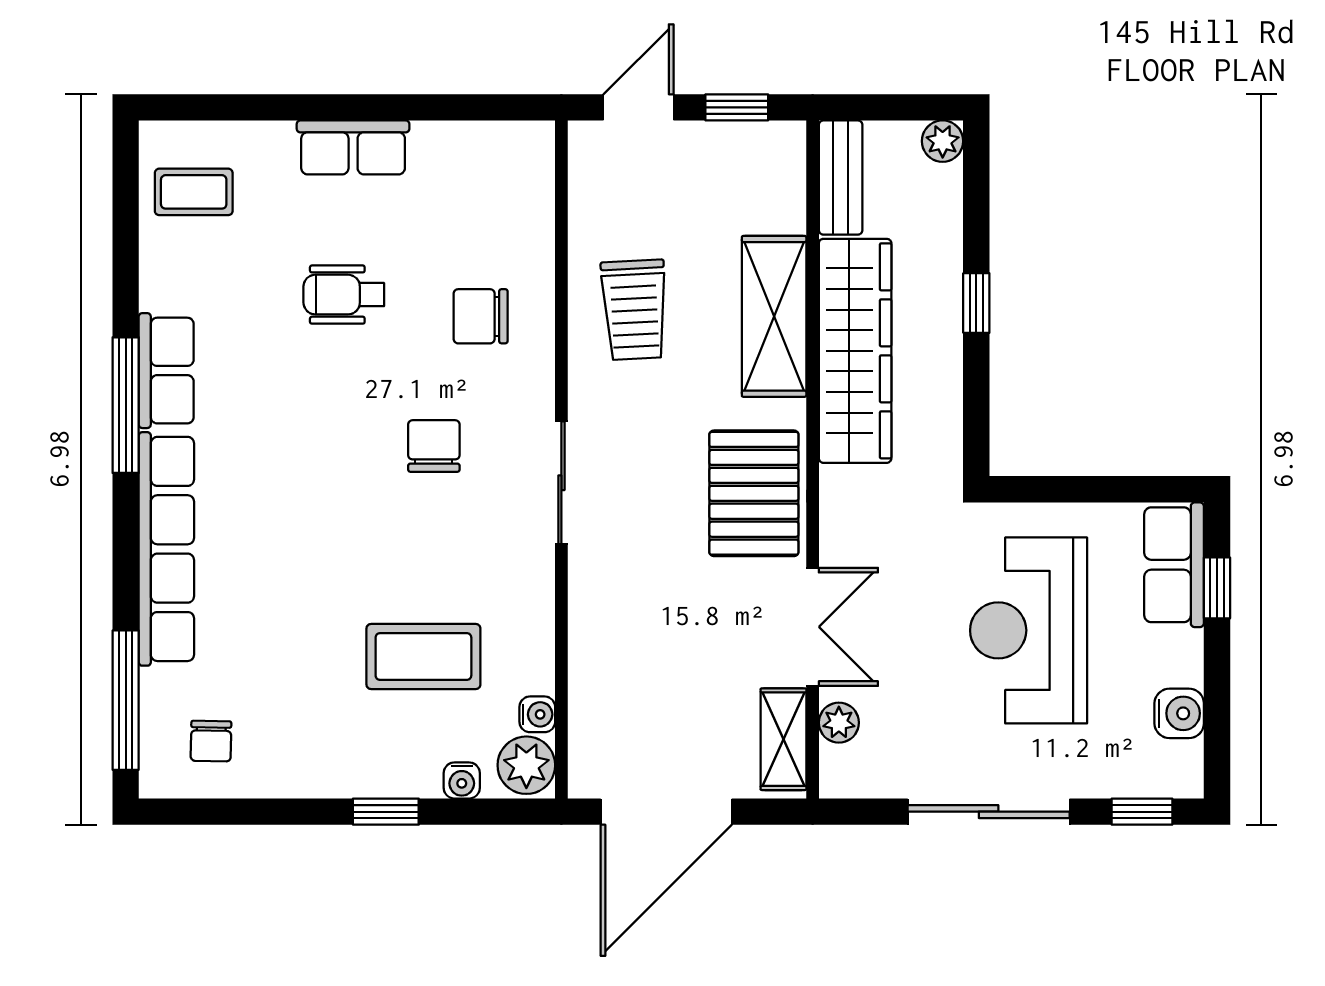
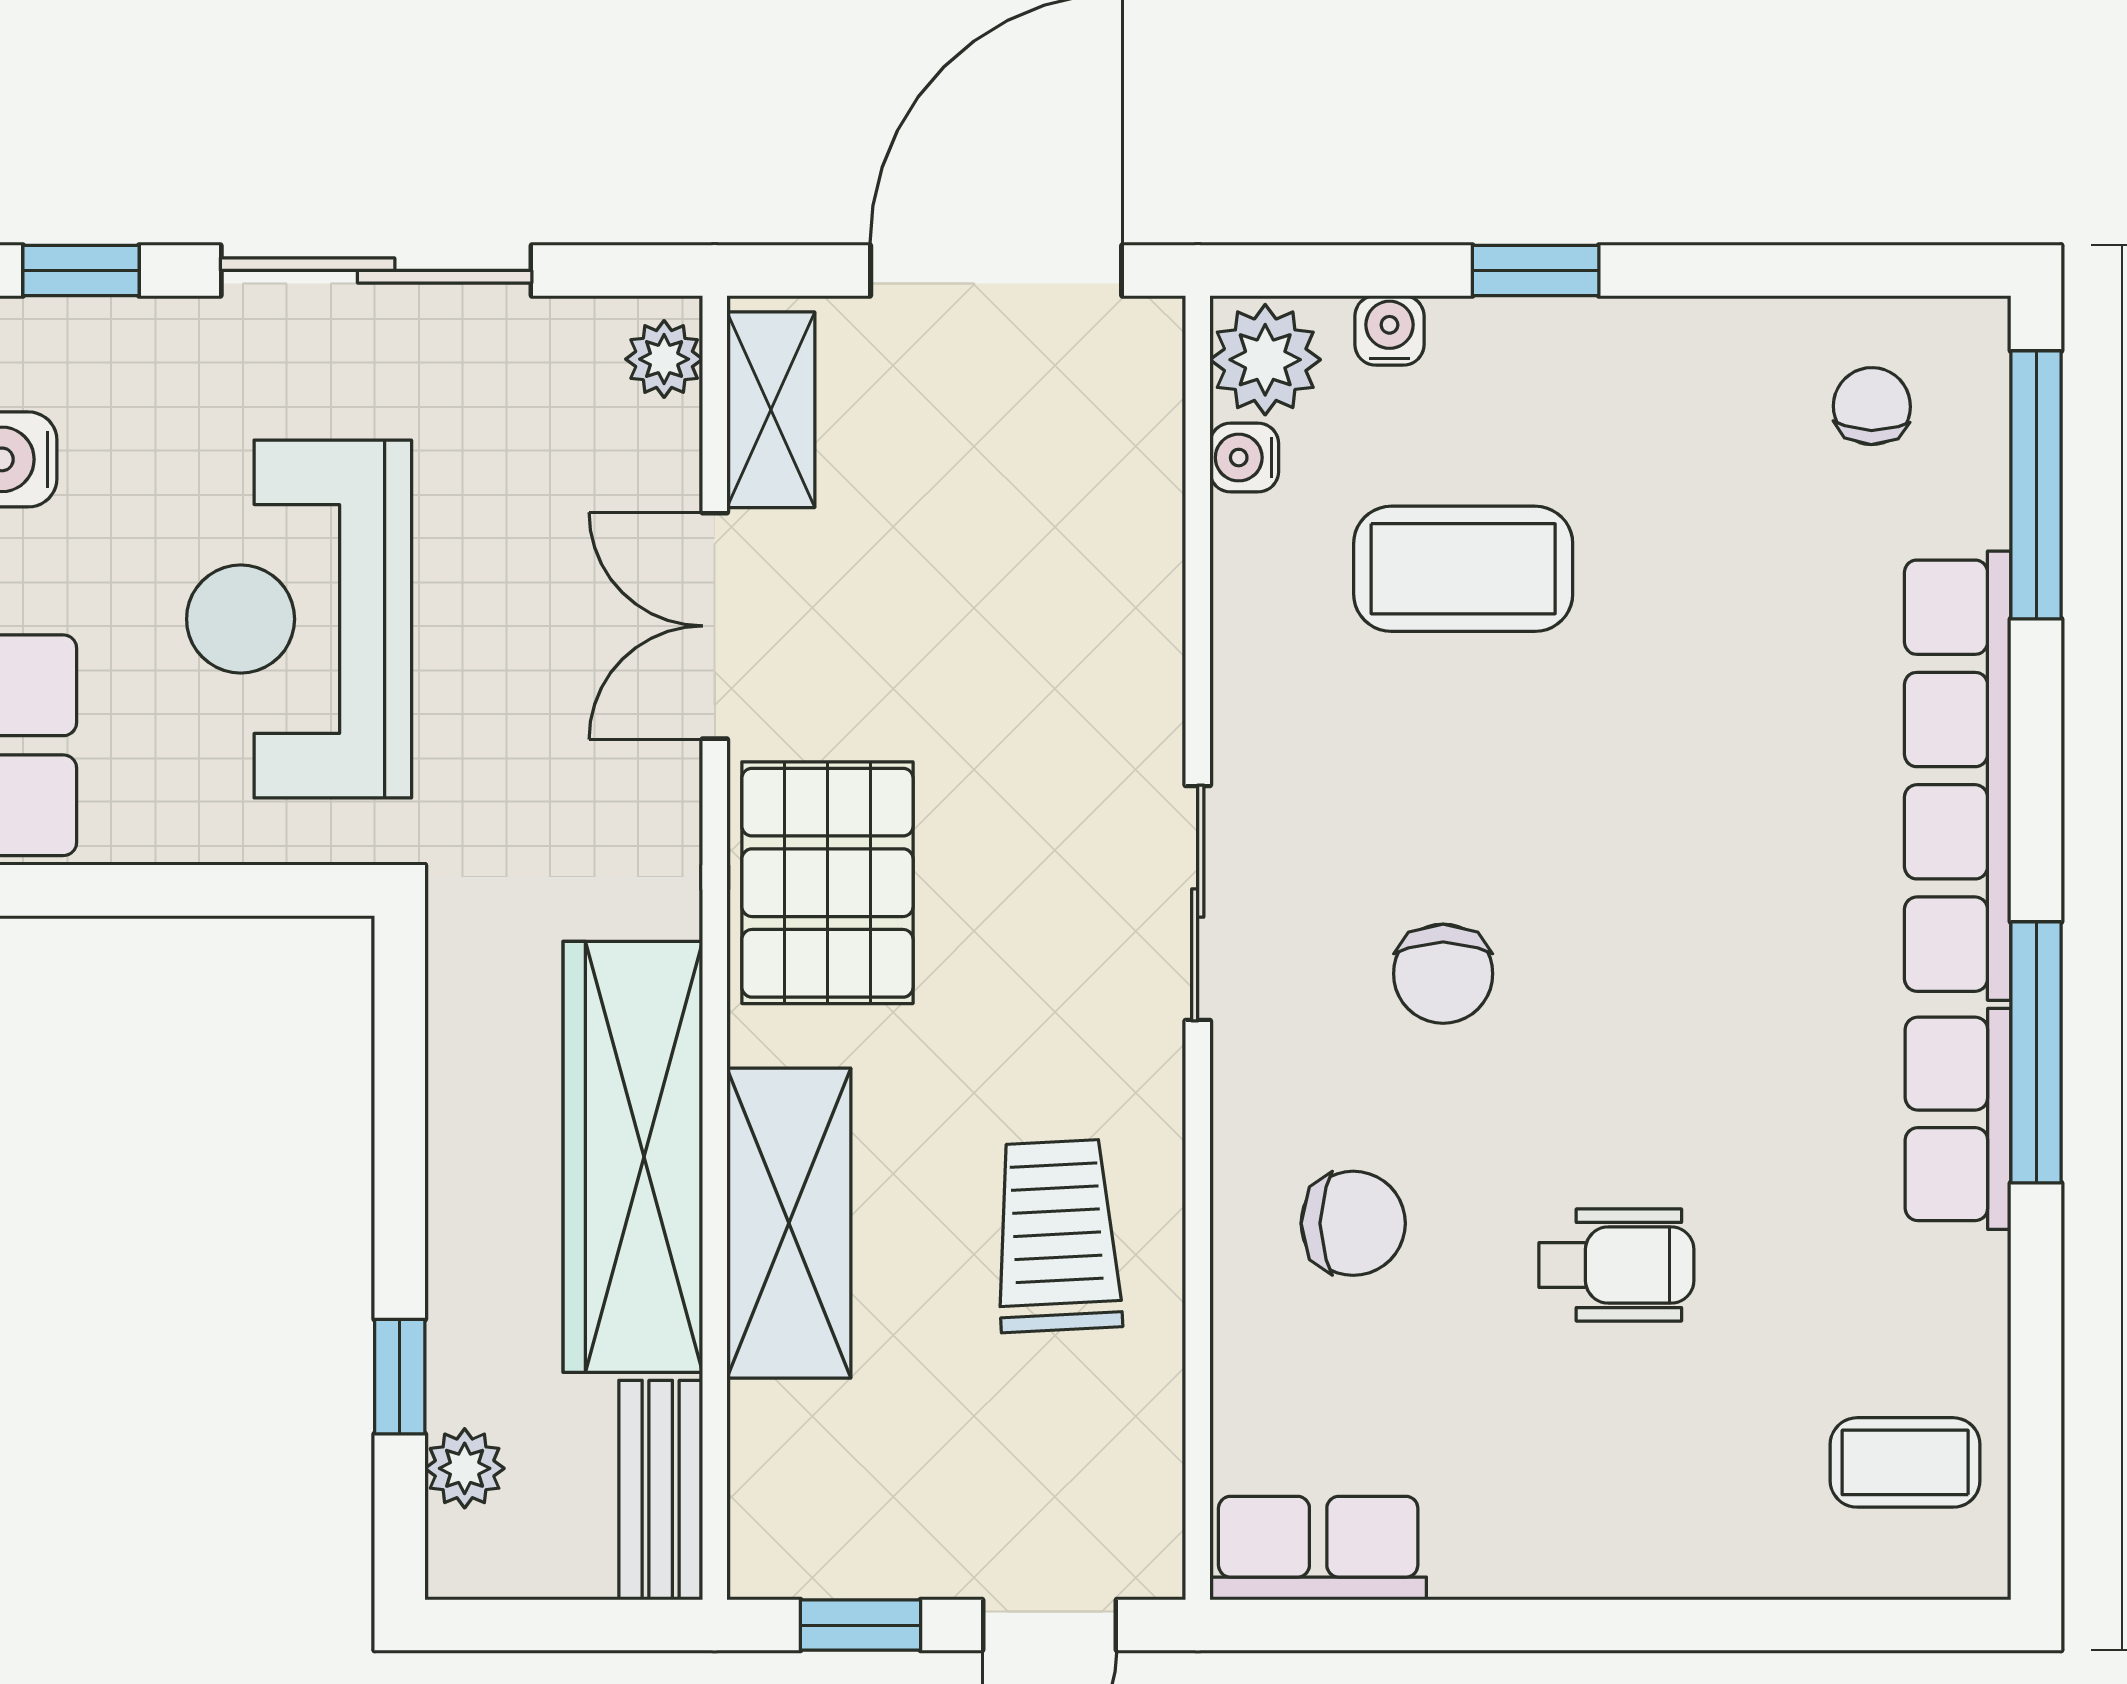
plant: (943, 141) -> (465, 1468), moved
row of seats: (353, 147) -> (1318, 1548), moved
window: (976, 303) -> (400, 1377), moved
reception desk: (1029, 630) -> (299, 619), turned 180
plant: (839, 723) -> (664, 359), moved

